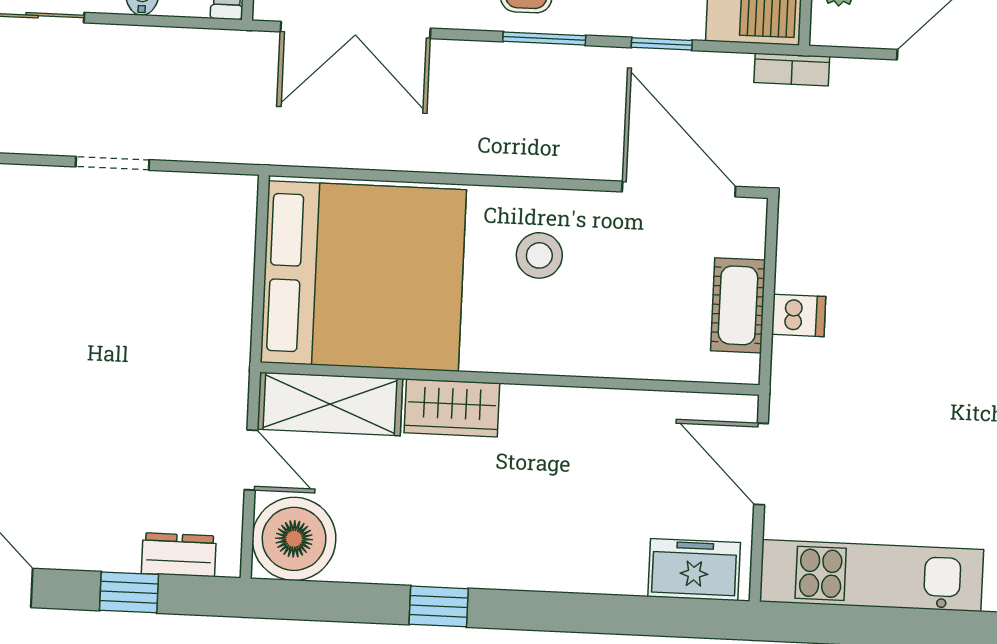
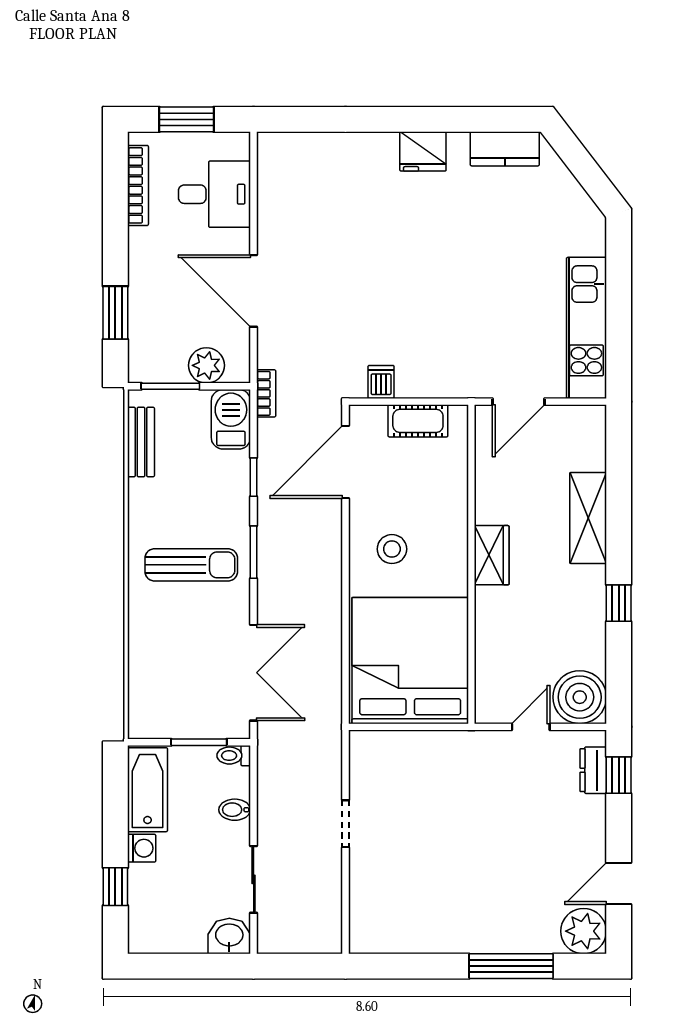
dishwasher: (799, 315) -> (381, 382), moved
shelving: (330, 404) -> (588, 518), moved
wardrobe: (452, 408) -> (492, 555), moved
freezer: (694, 570) -> (588, 441), removed
window: (129, 592) -> (619, 775), moved

